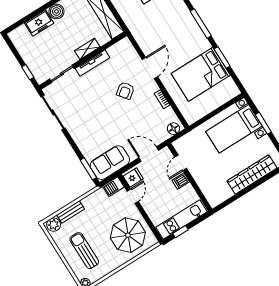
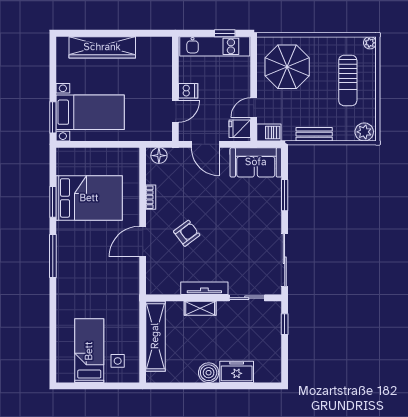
window: (263, 123) -> (53, 117), moved
window: (88, 169) -> (285, 195), moved
bench: (71, 212) -> (314, 134), moved

